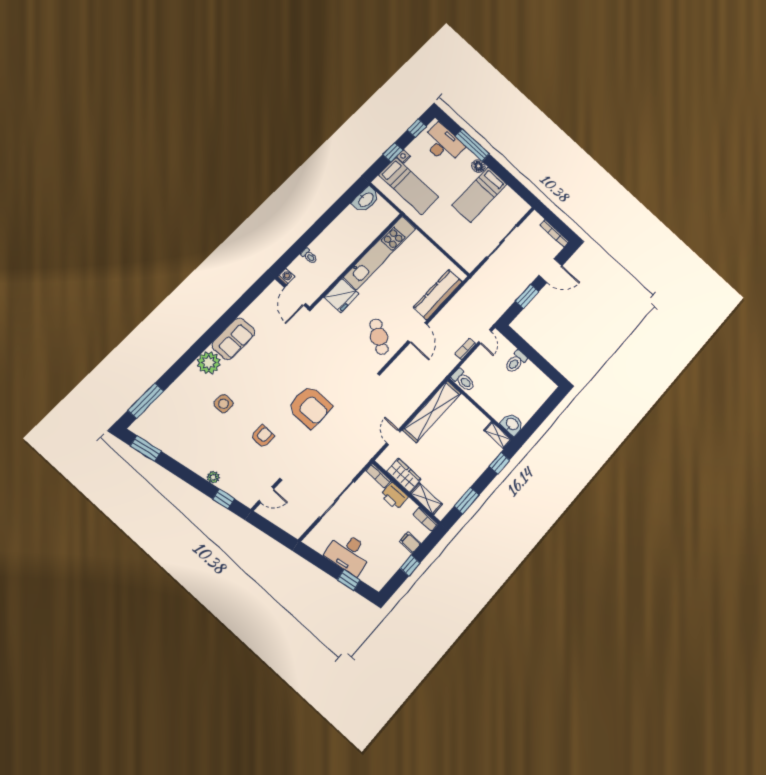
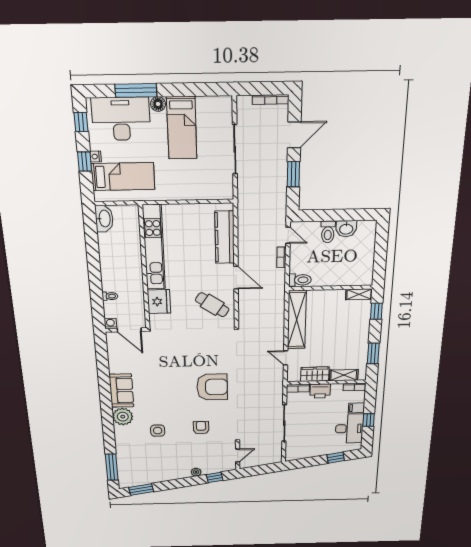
desk: (443, 144) -> (121, 119), width x1.36, depth x1.30
washbasin: (512, 424) -> (346, 229), moved, turned 180
desk: (349, 553) -> (349, 429), moved, turned -80

